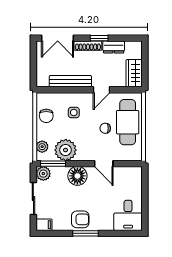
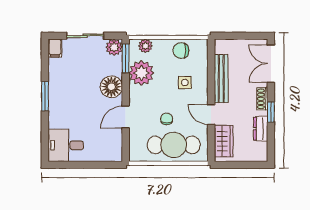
shoe rack: (88, 46) -> (262, 99), width x0.70
wardrobe: (134, 73) -> (224, 141), moved, turned 90
armchair: (80, 219) -> (61, 90), removed

